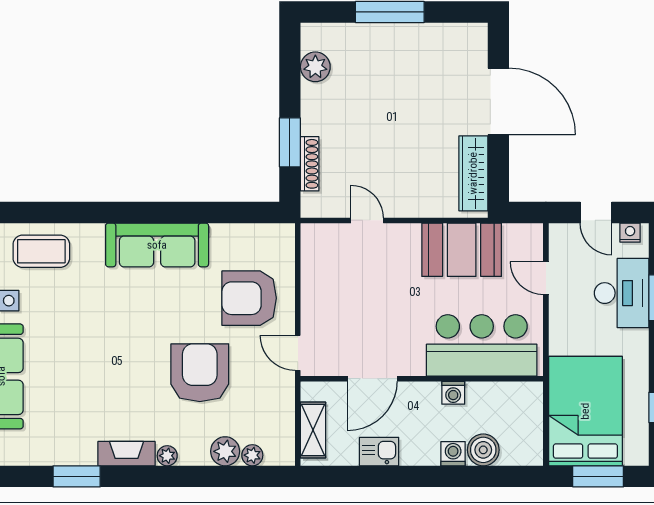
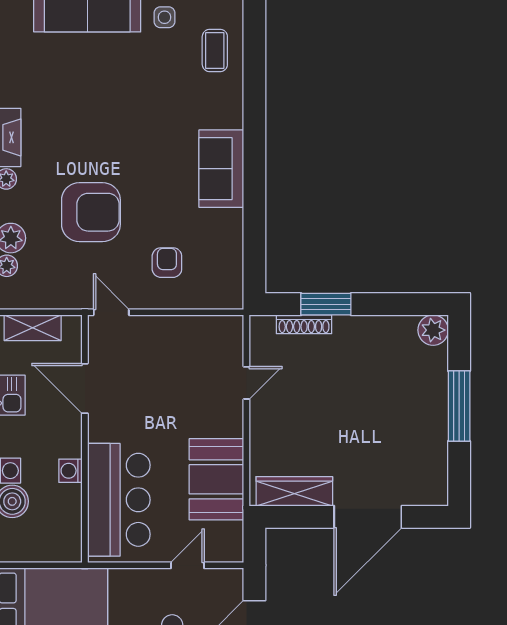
plant: (315, 67) -> (433, 330), moved
sofa: (157, 245) -> (221, 169), width x0.73
coffee table: (41, 251) -> (215, 50), width x0.73, depth x0.77
armchair: (249, 298) -> (167, 263), width x0.53, depth x0.53
door: (298, 353) -> (111, 312), hinge flipped

